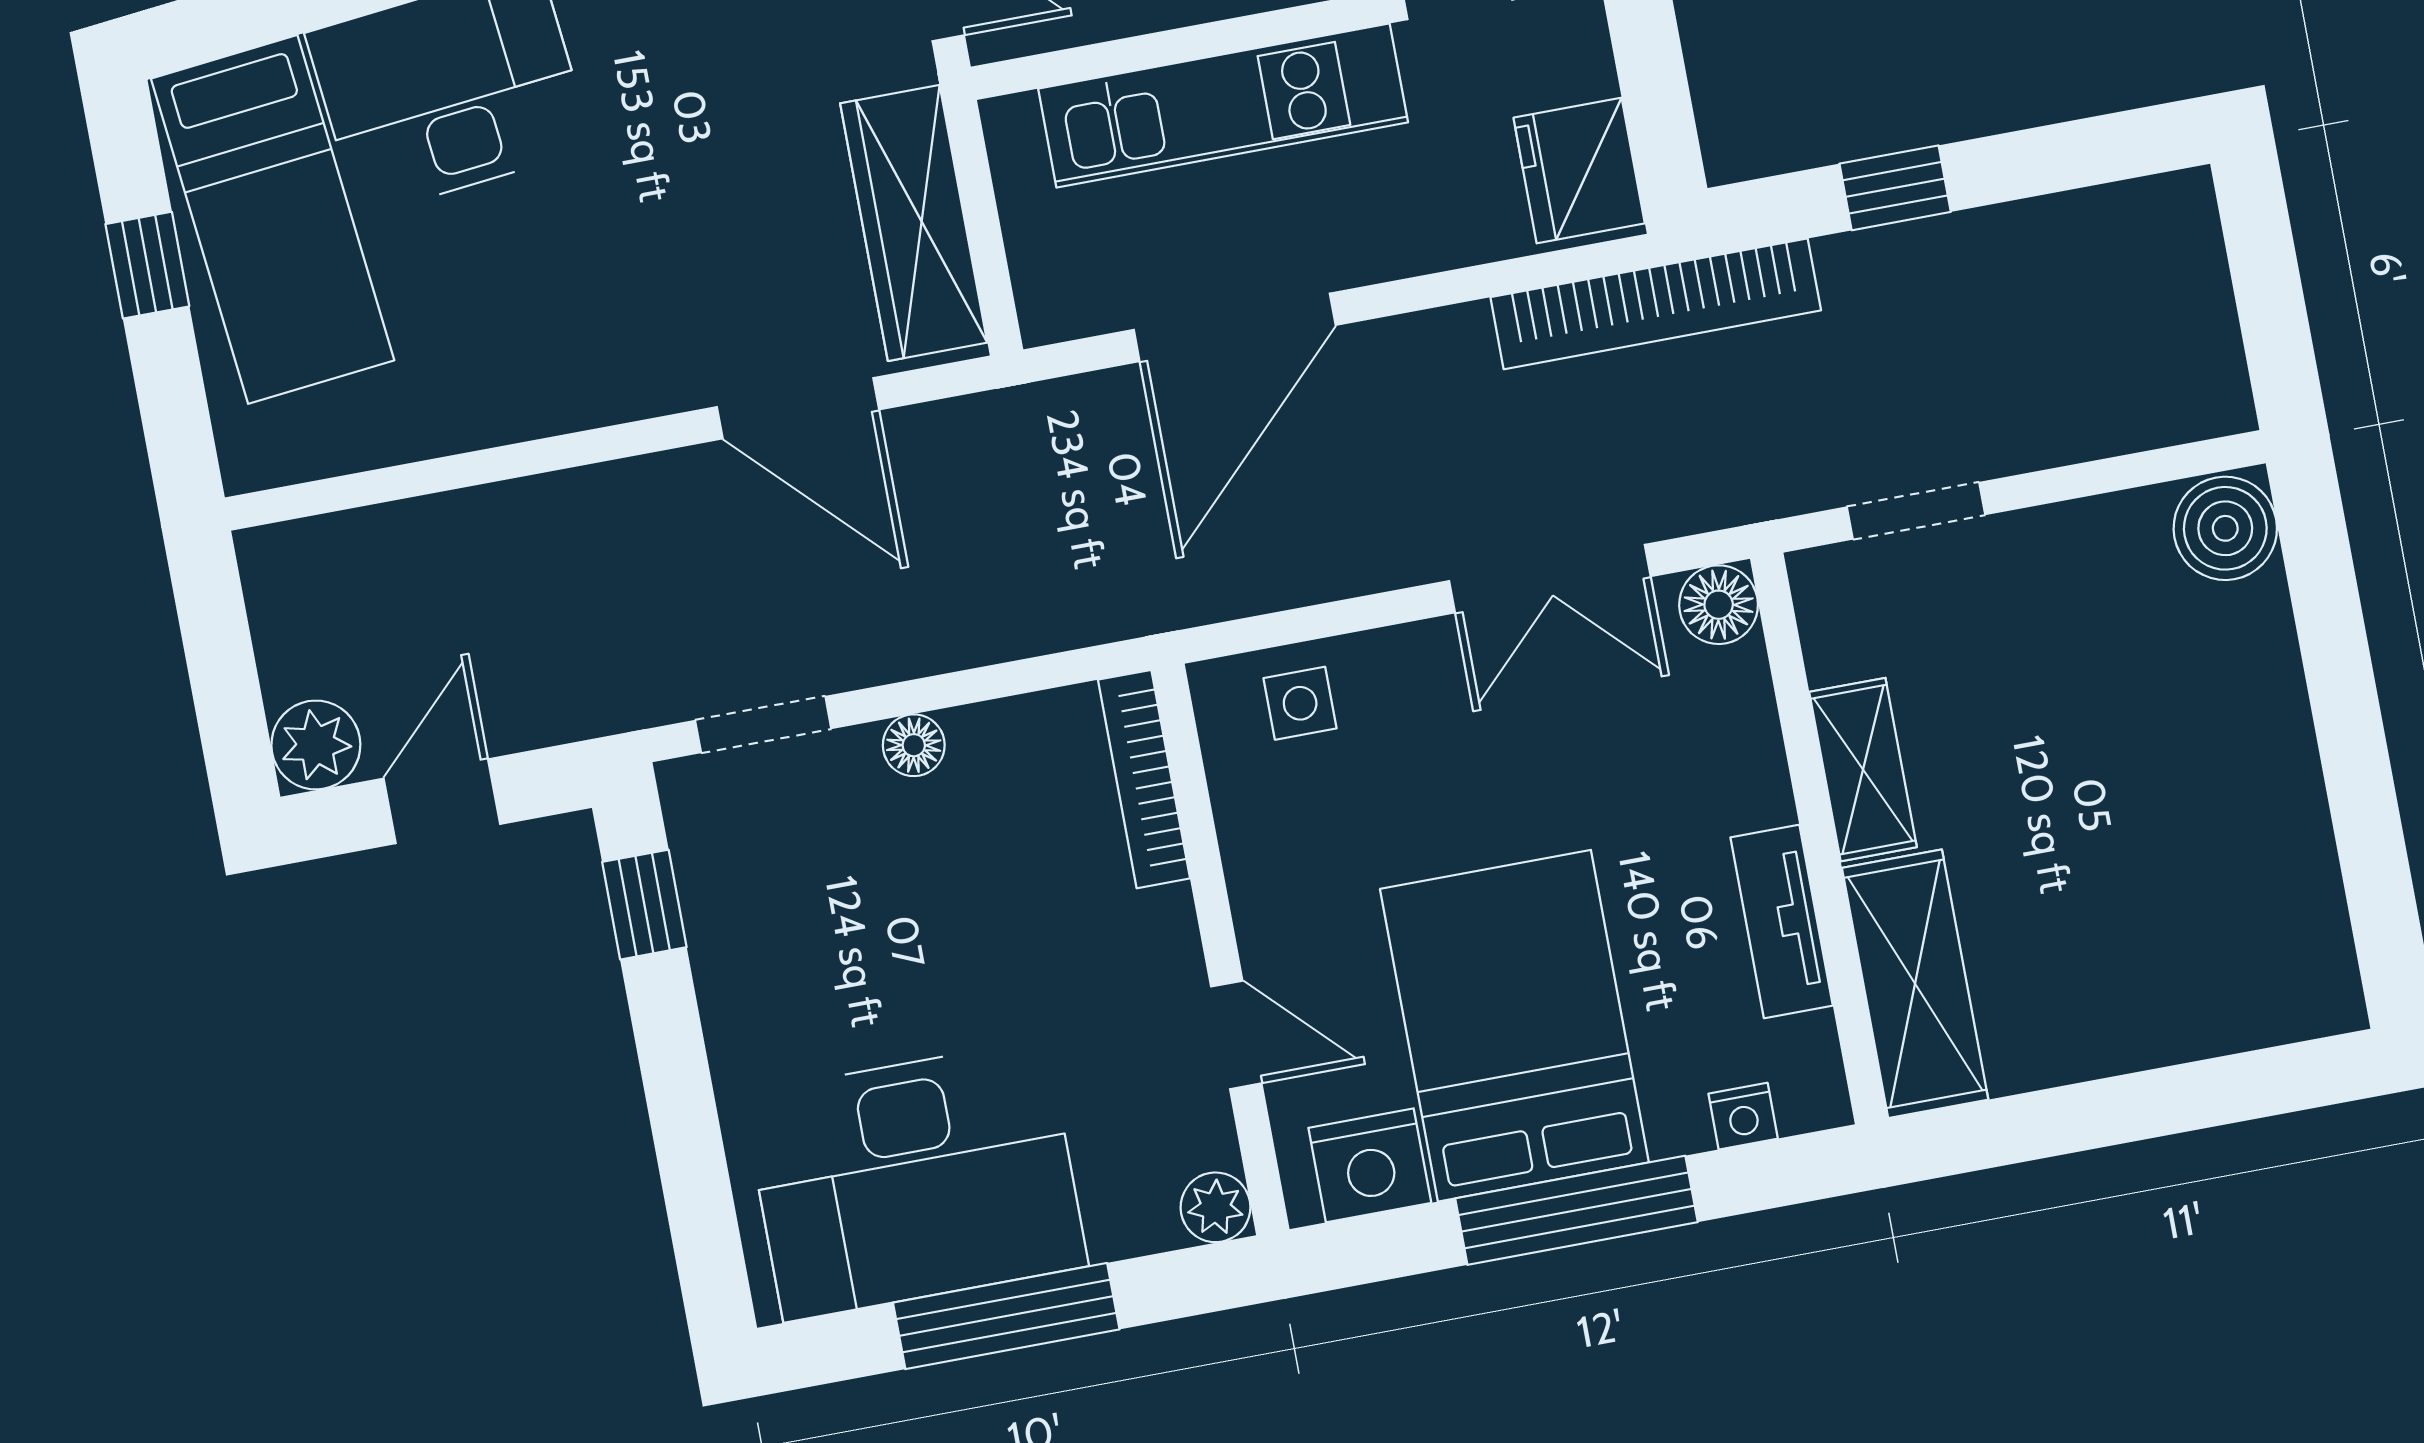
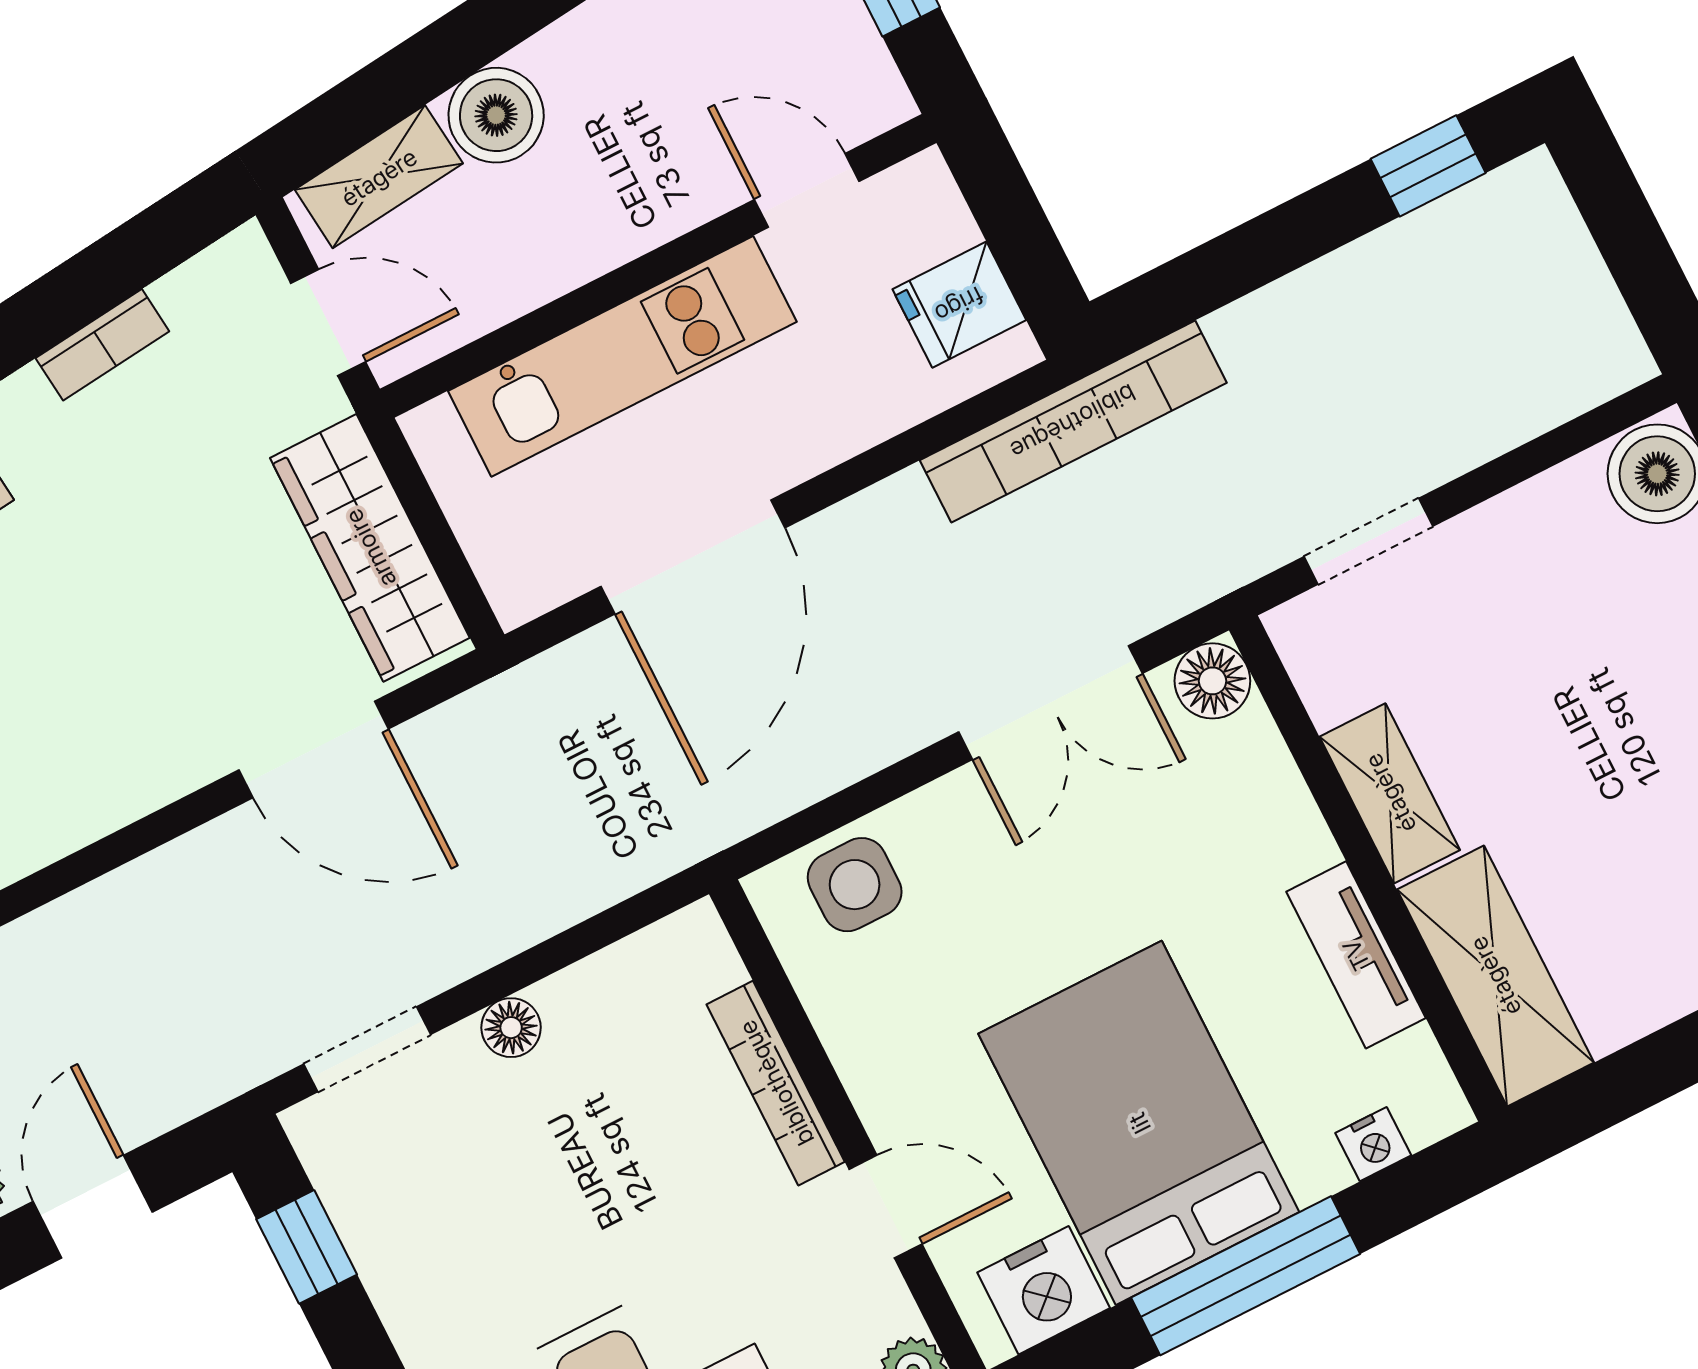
fridge: (1579, 171) -> (959, 305), width x0.72
window: (1895, 188) -> (1428, 166), moved
side table: (1300, 703) -> (855, 885), width x1.37, depth x1.37
bookcase: (1144, 779) -> (776, 1083), moved

